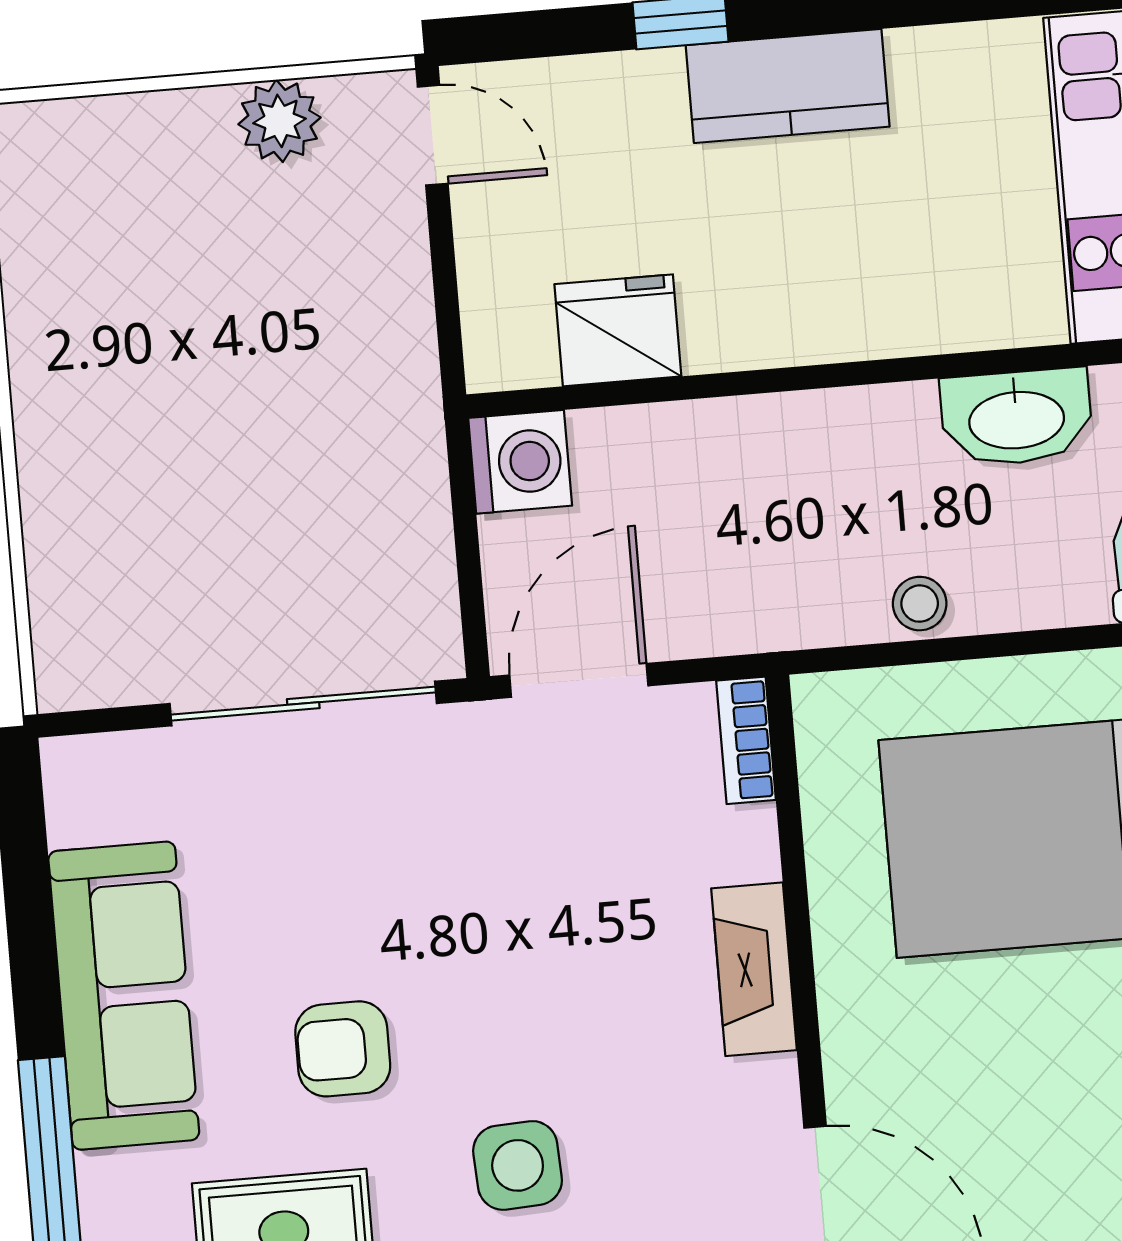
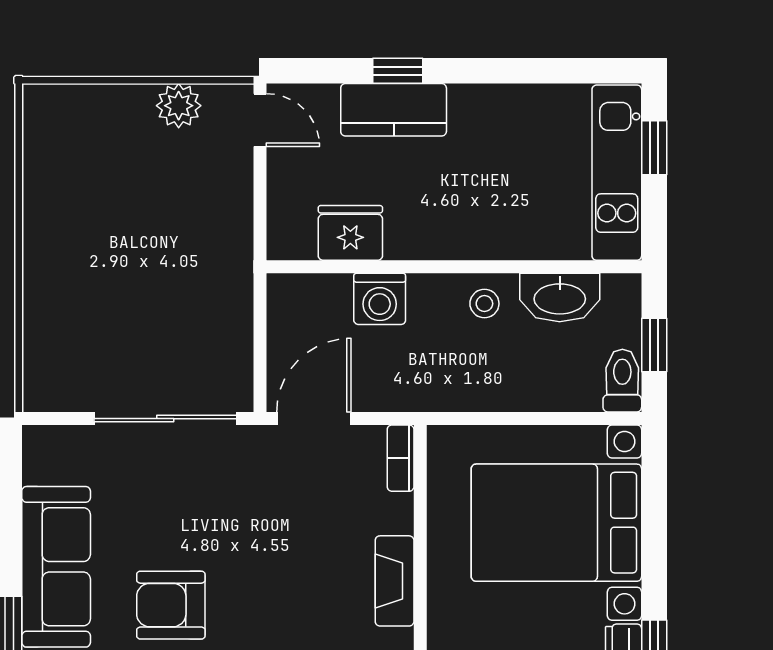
kitchen counter: (788, 86) -> (394, 110), moved
washing machine: (520, 462) -> (380, 299), moved, turned 90
stool: (920, 604) -> (484, 304), moved
armchair: (343, 1049) -> (171, 605), width x1.38, depth x1.38

